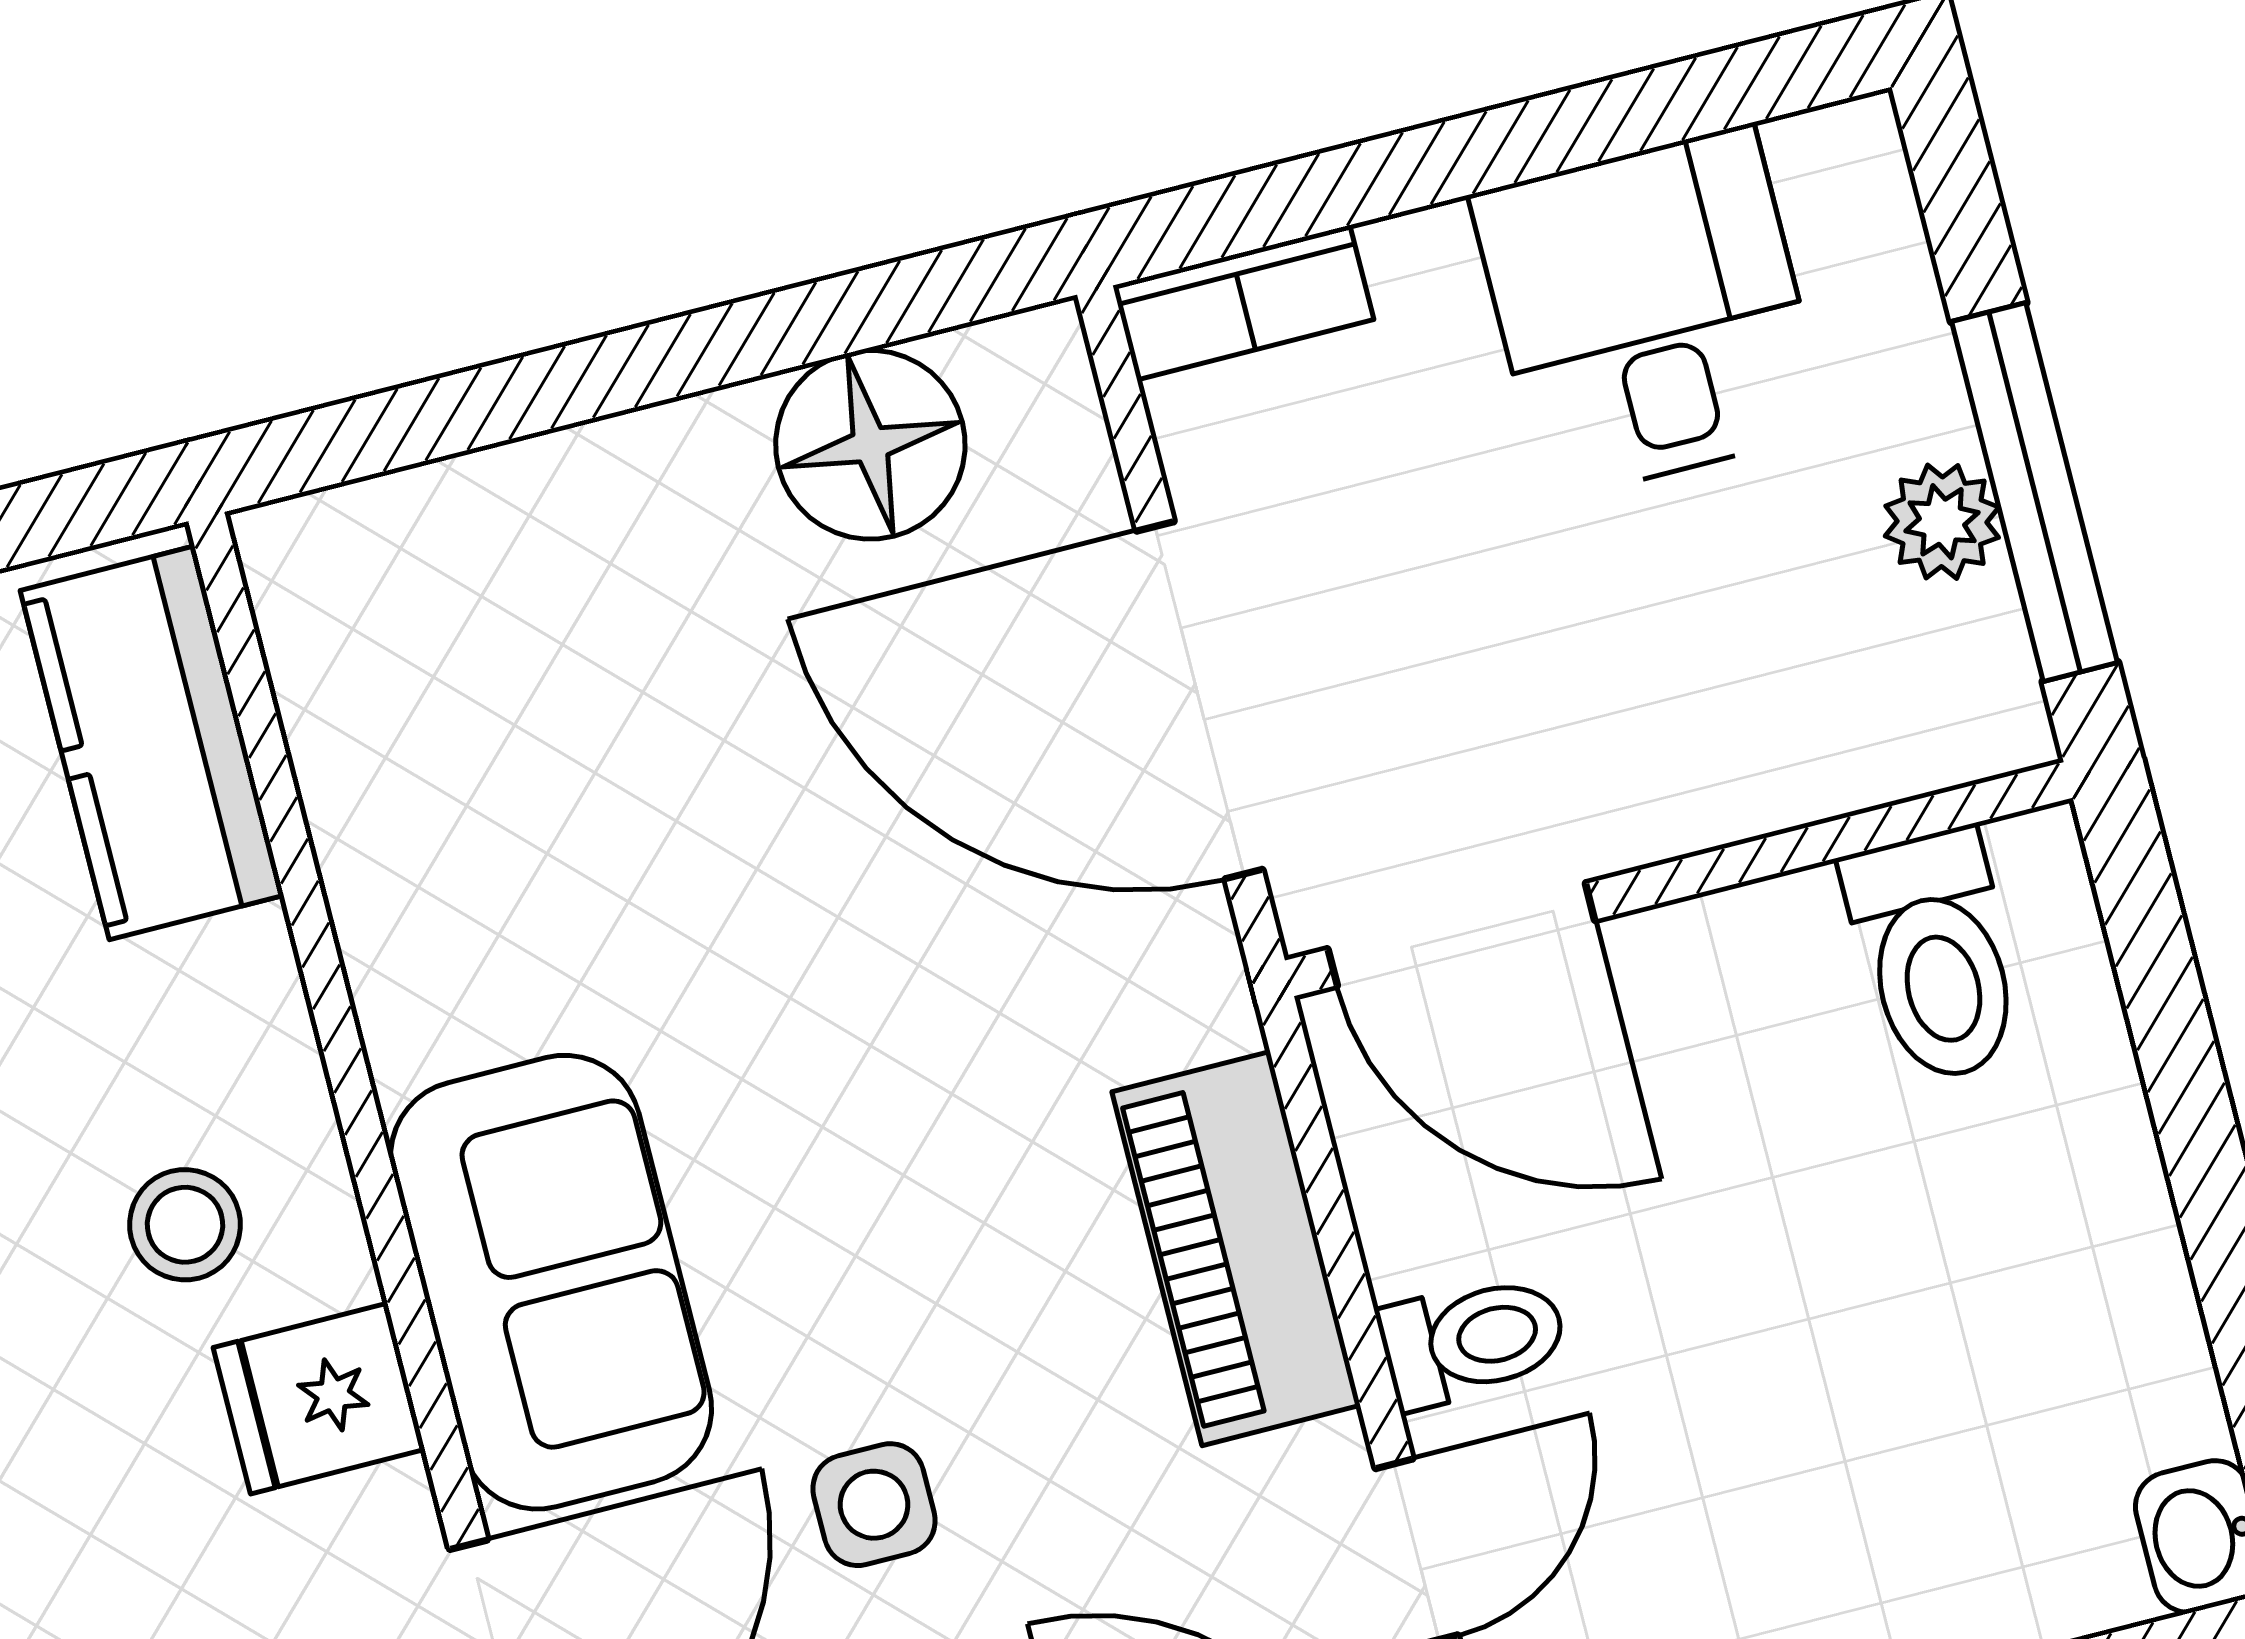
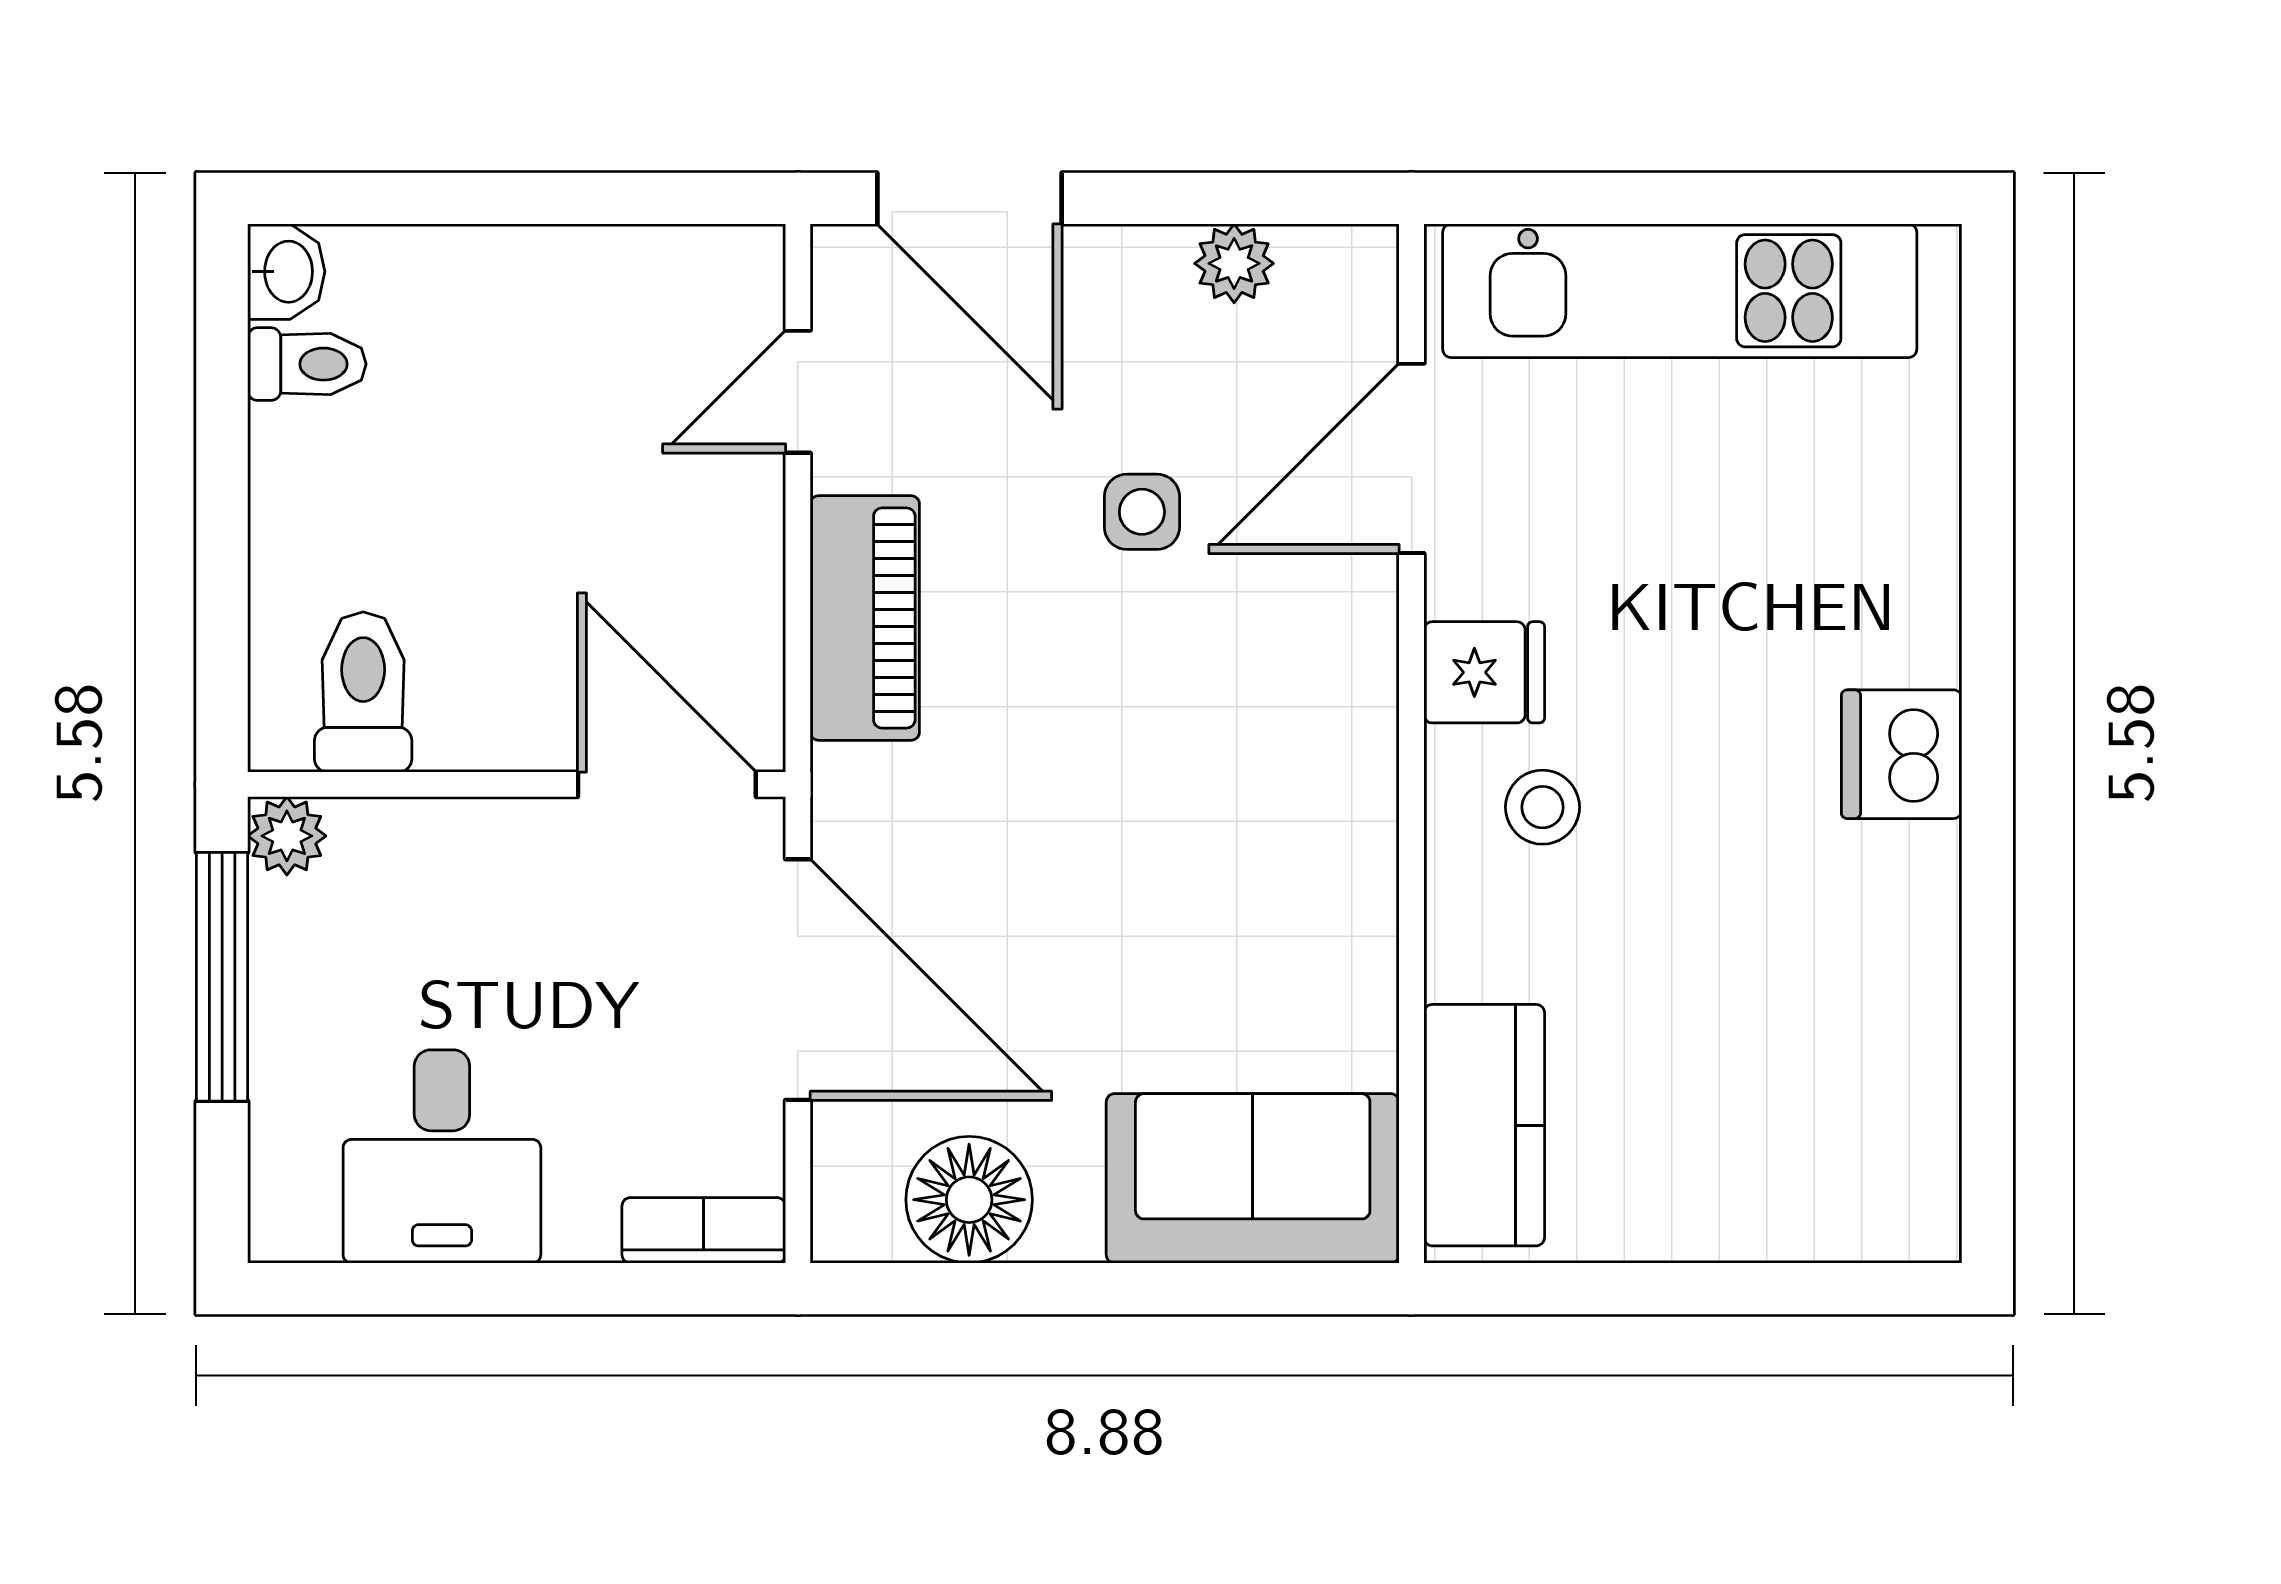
plant: (1942, 522) -> (287, 836), moved
sofa: (551, 1282) -> (1253, 1178), moved, turned 90
toilet: (1473, 1340) -> (307, 364), moved, turned 180

